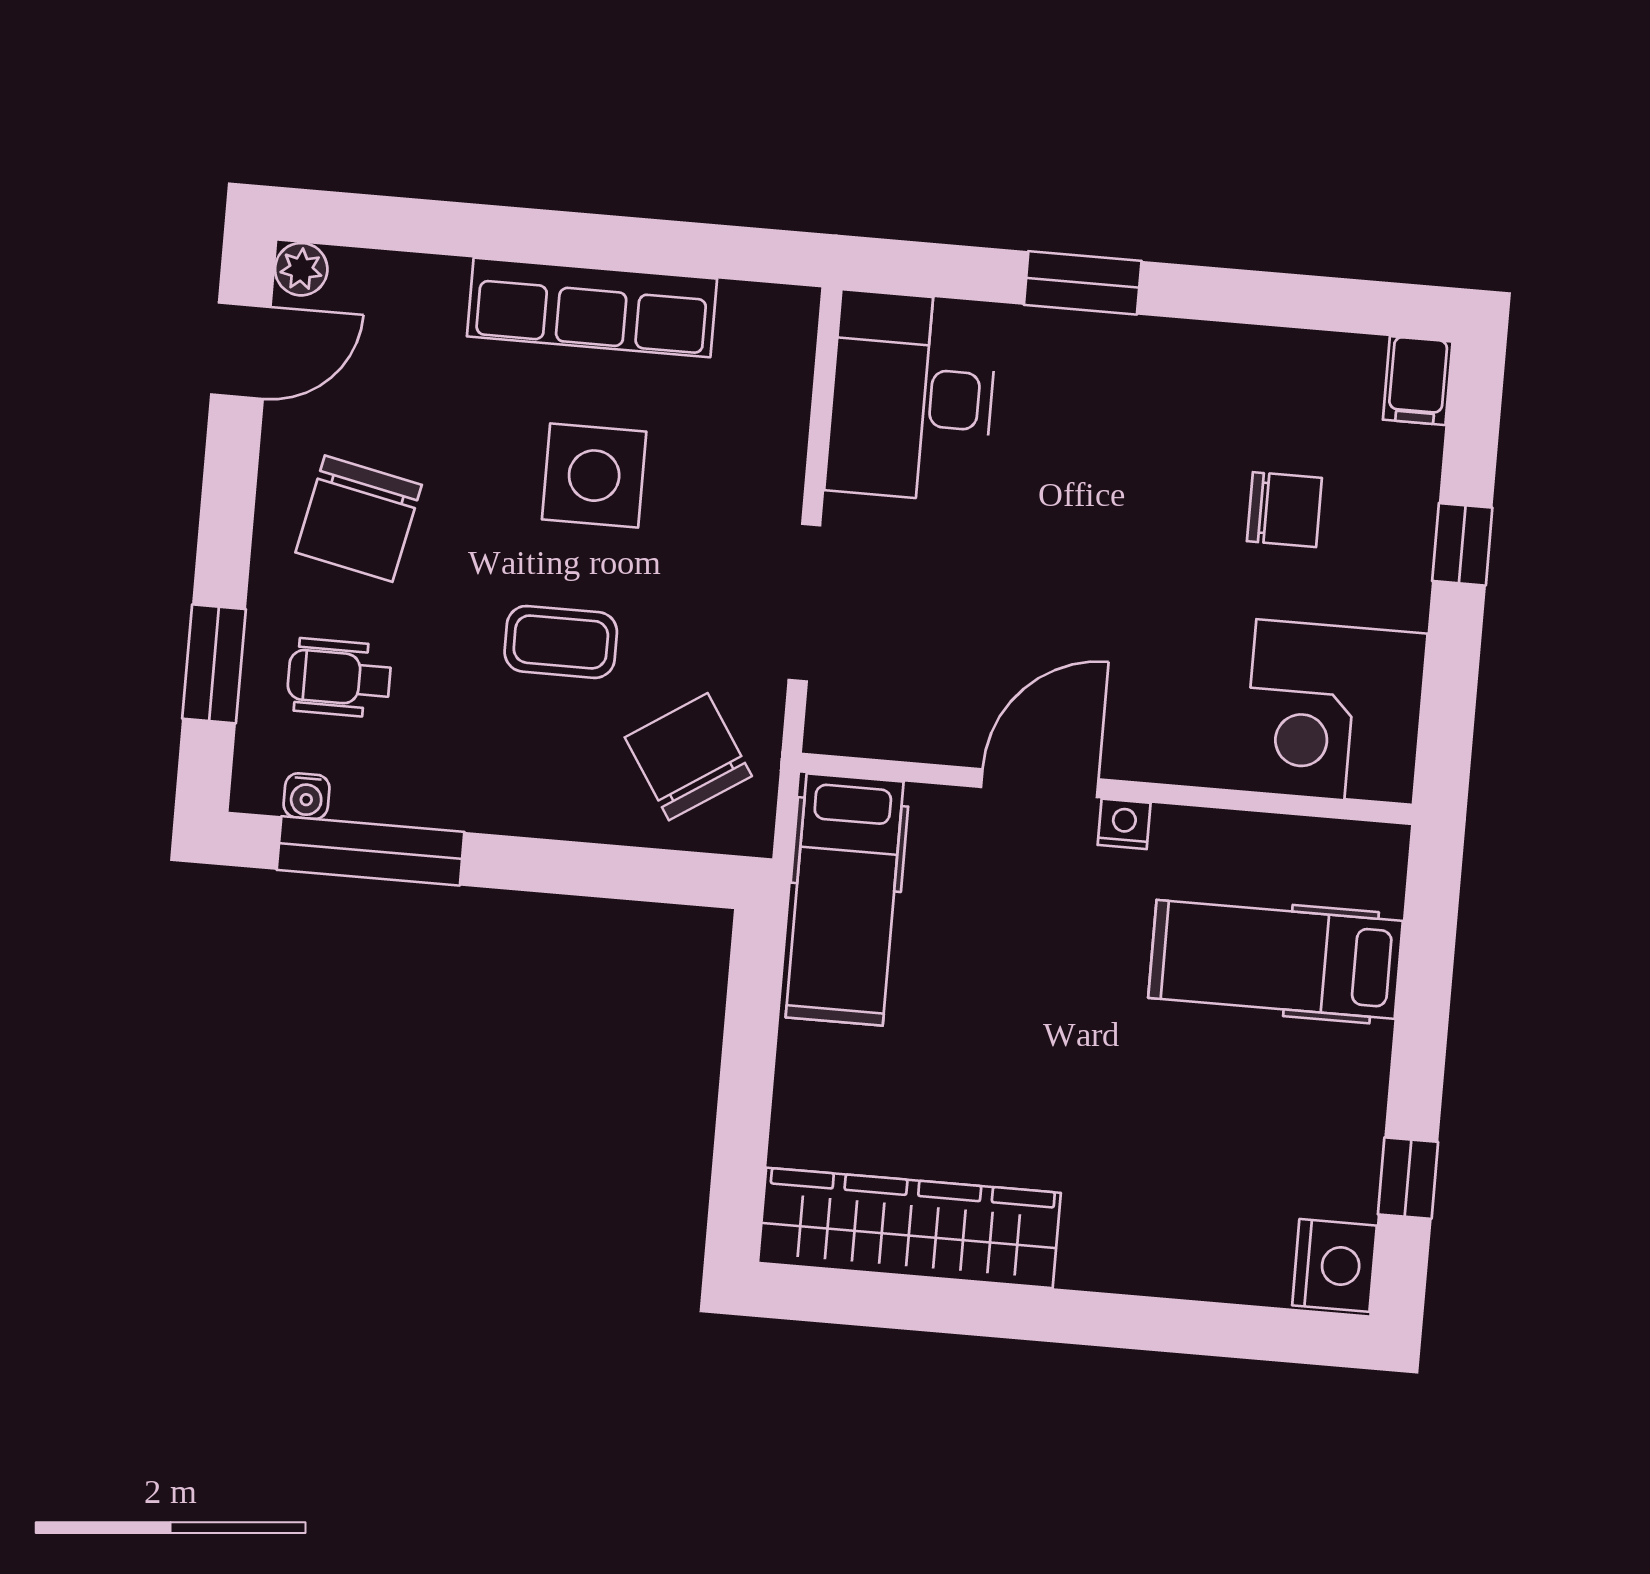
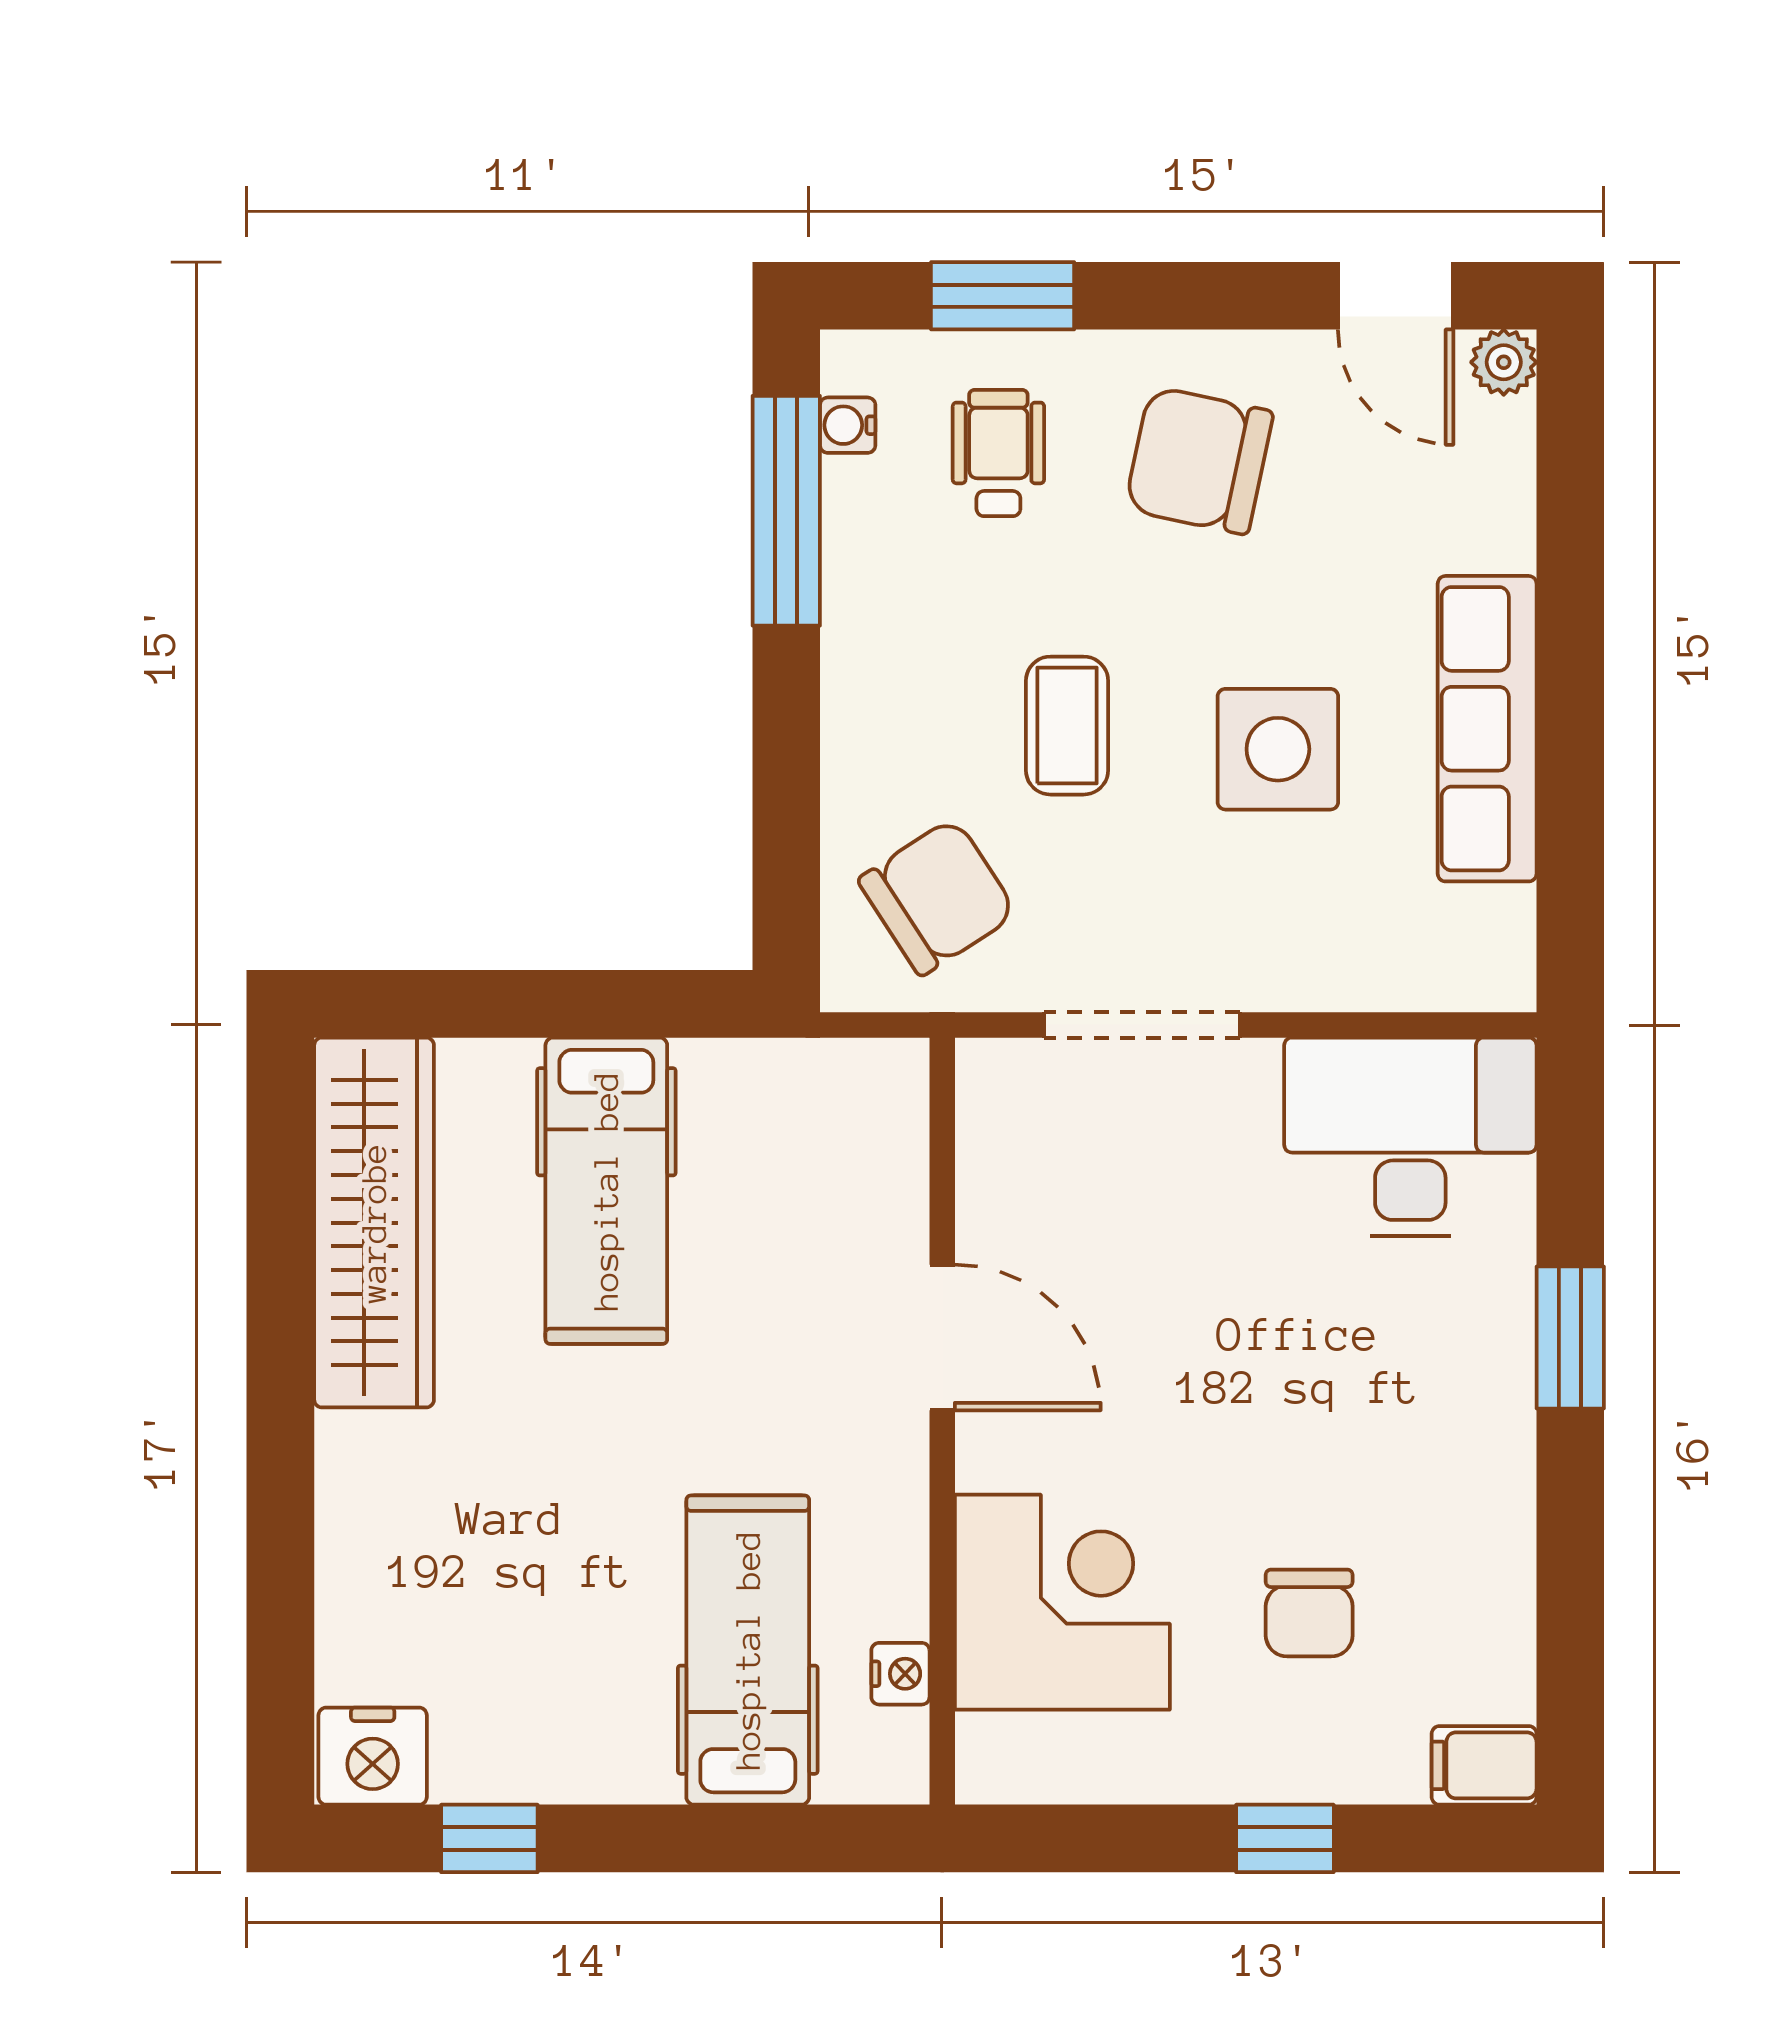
corner desk: (1335, 712) -> (1062, 1602), moved, turned 90
nightstand: (1124, 824) -> (900, 1674), moved
hospital bed: (845, 899) -> (606, 1191), moved, turned -90

